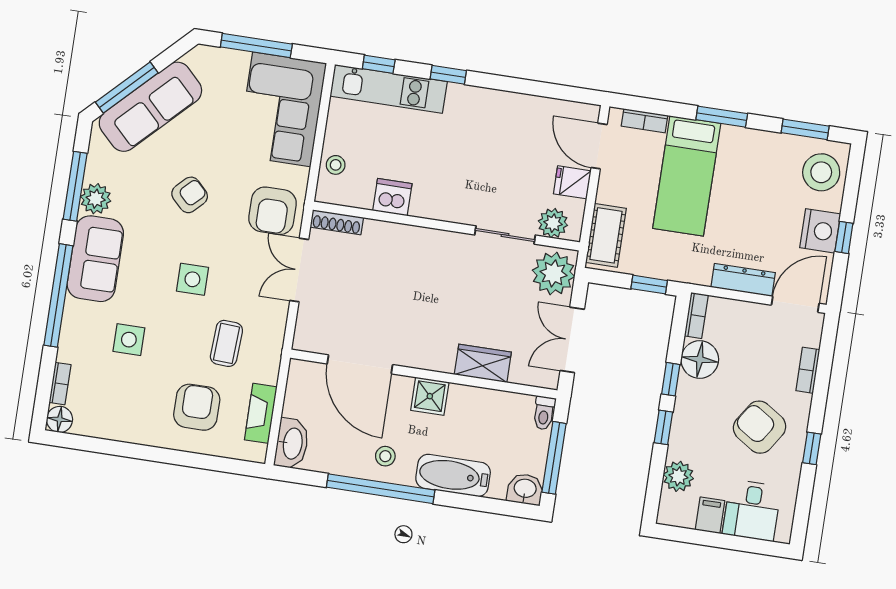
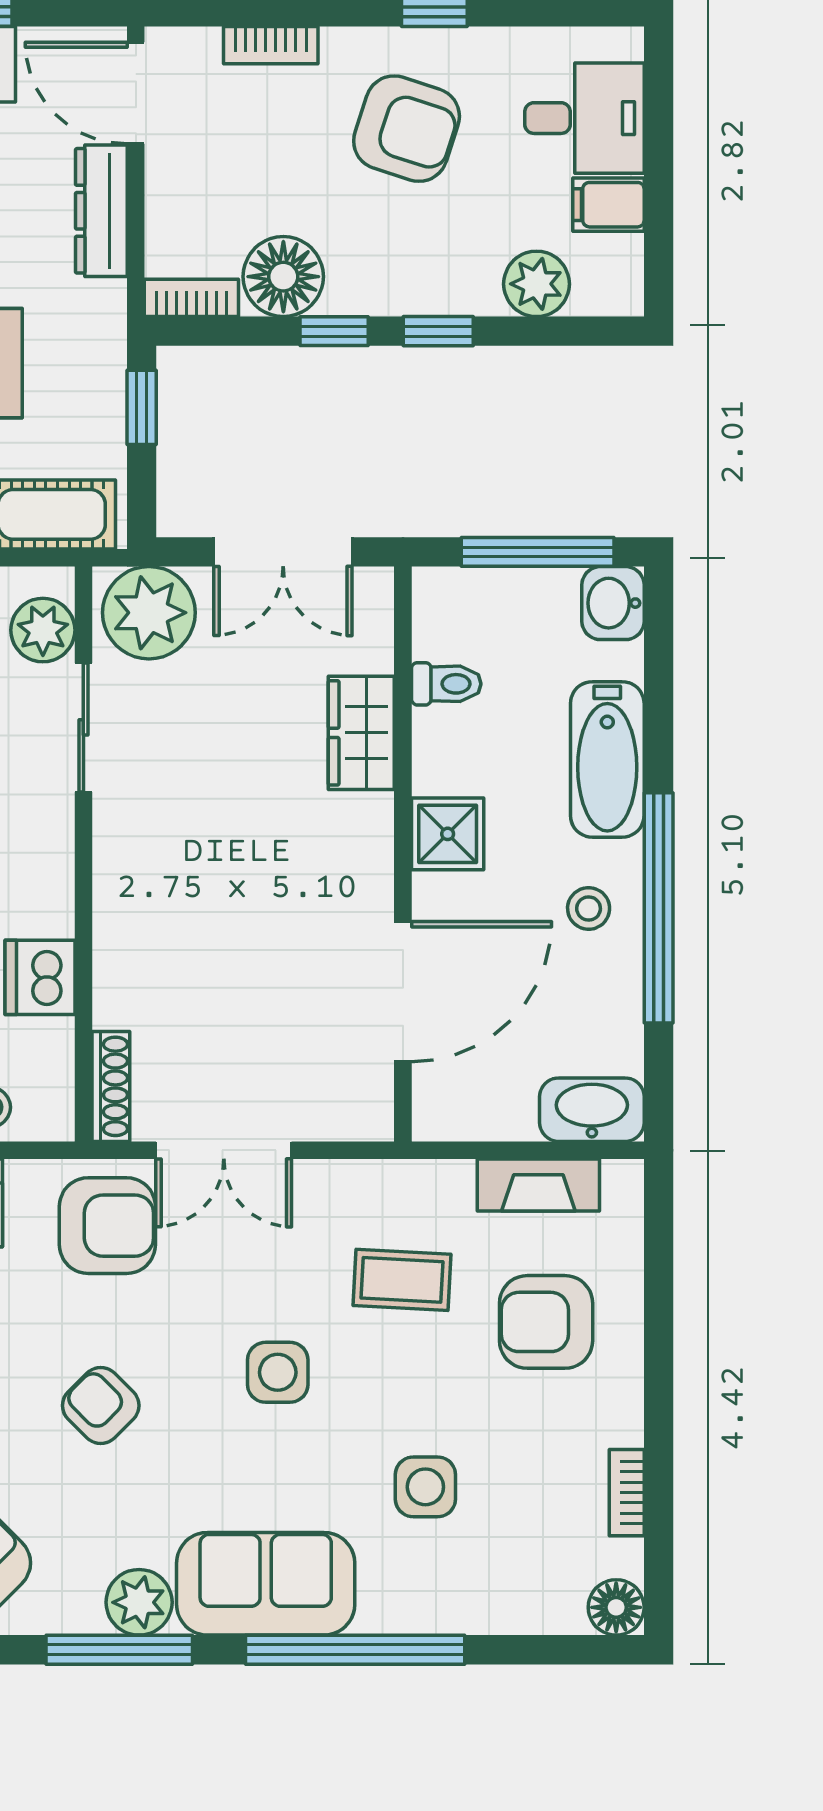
bookcase: (60, 384) -> (627, 1493), moved, turned -90
toilet: (544, 413) -> (446, 684), moved
armchair: (760, 427) -> (407, 129), turned -105

